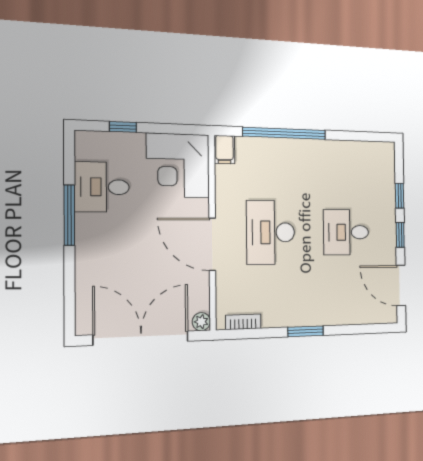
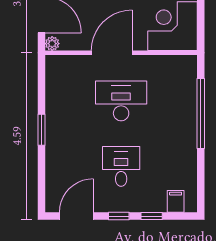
filing cabinet: (224, 150) -> (176, 201), moved, turned 90
bookcase: (243, 322) -> (51, 77), removed

